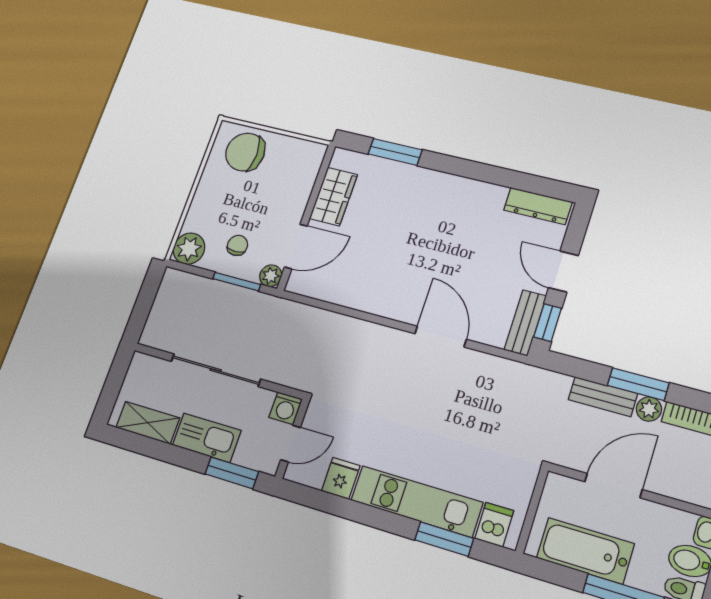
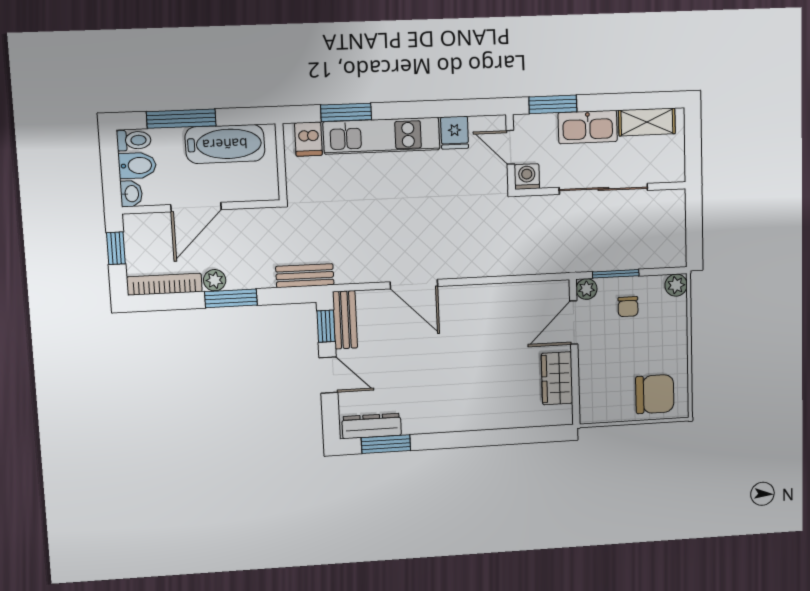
window: (395, 152) -> (386, 444), moved
plant: (189, 249) -> (676, 285), width x0.73, depth x0.73
bench: (603, 397) -> (305, 276), moved
door: (291, 444) -> (510, 147), hinge flipped
door: (613, 486) -> (196, 207), moved

